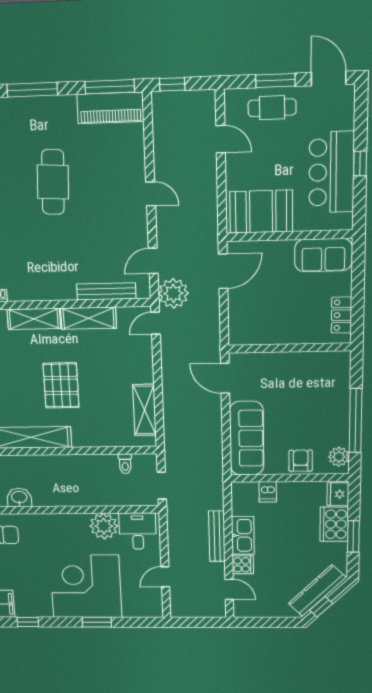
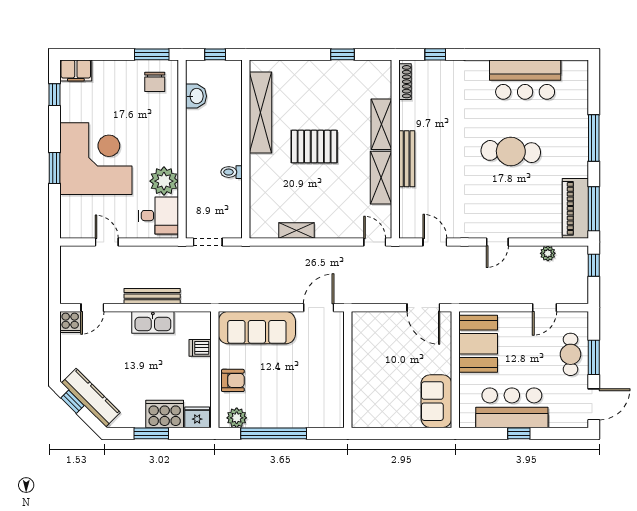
bench: (106, 291) -> (407, 159), moved
plant: (173, 293) -> (548, 253), moved, width x0.53, depth x0.53
locker: (342, 315) -> (379, 419), removed
shelving: (145, 410) -> (297, 230), width x0.67, depth x0.75
toilet: (125, 464) -> (232, 172), moved
cooker: (243, 565) -> (70, 322), moved

